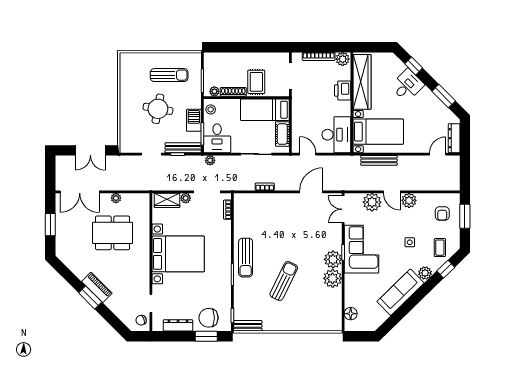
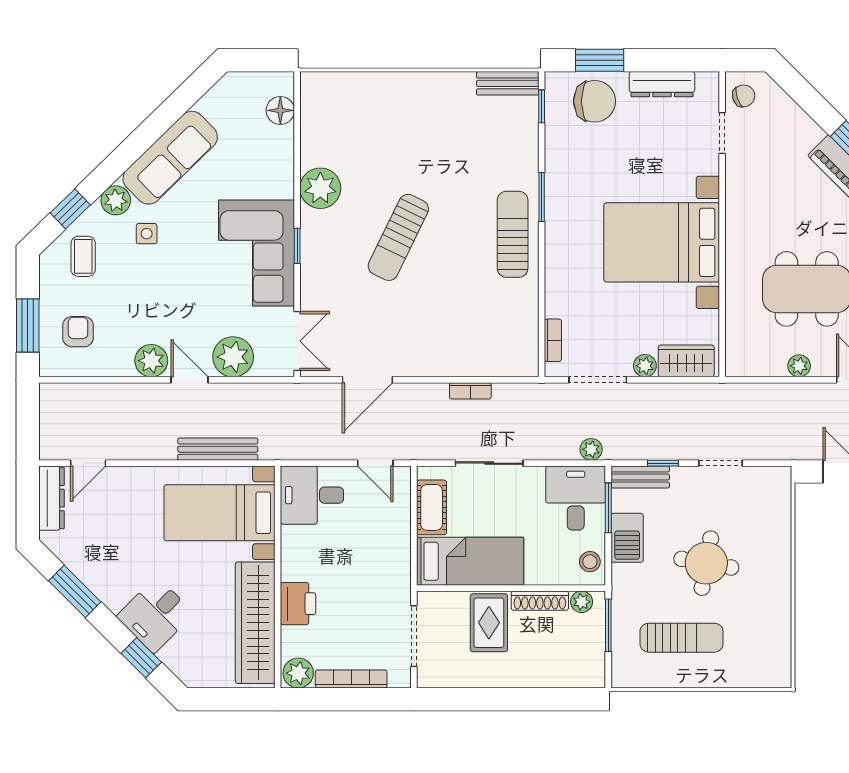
sun lounger: (169, 75) -> (682, 638), turned 180
desk: (336, 135) -> (312, 495), width x0.73
bench: (183, 148) -> (640, 477), width x0.73
side table: (410, 242) -> (147, 234), moved
plant: (333, 259) -> (319, 230), removed
sun lounger: (284, 281) -> (398, 237), moved

